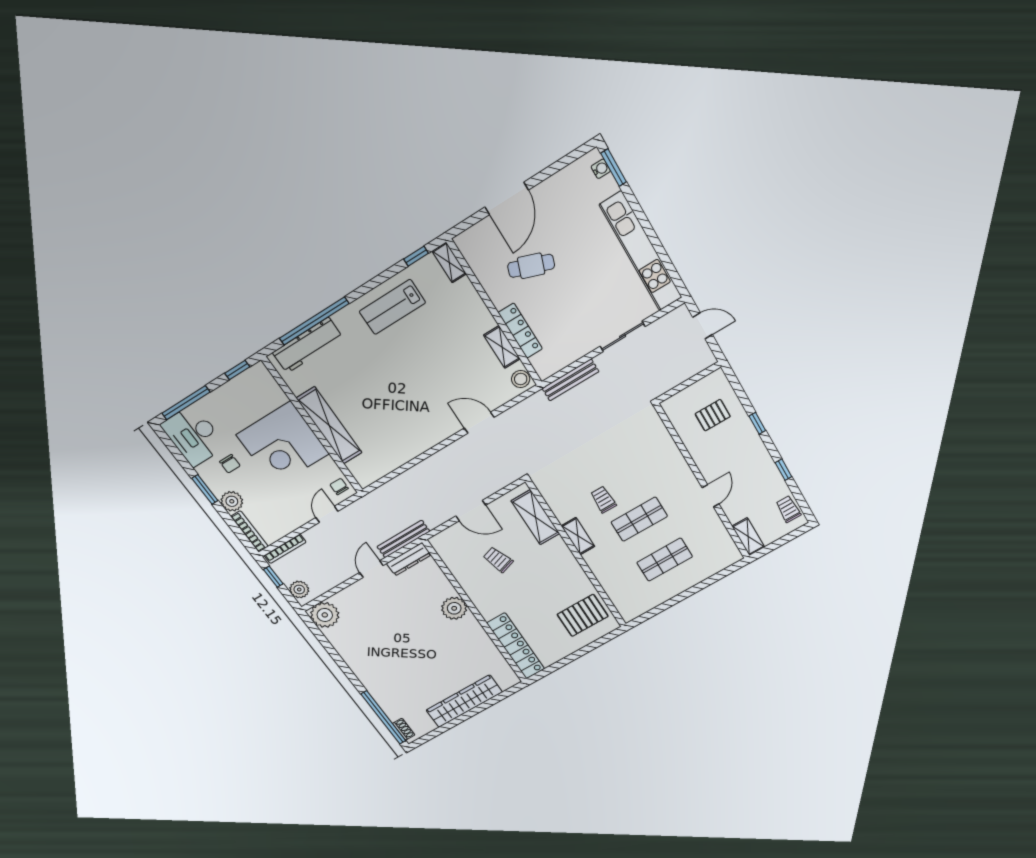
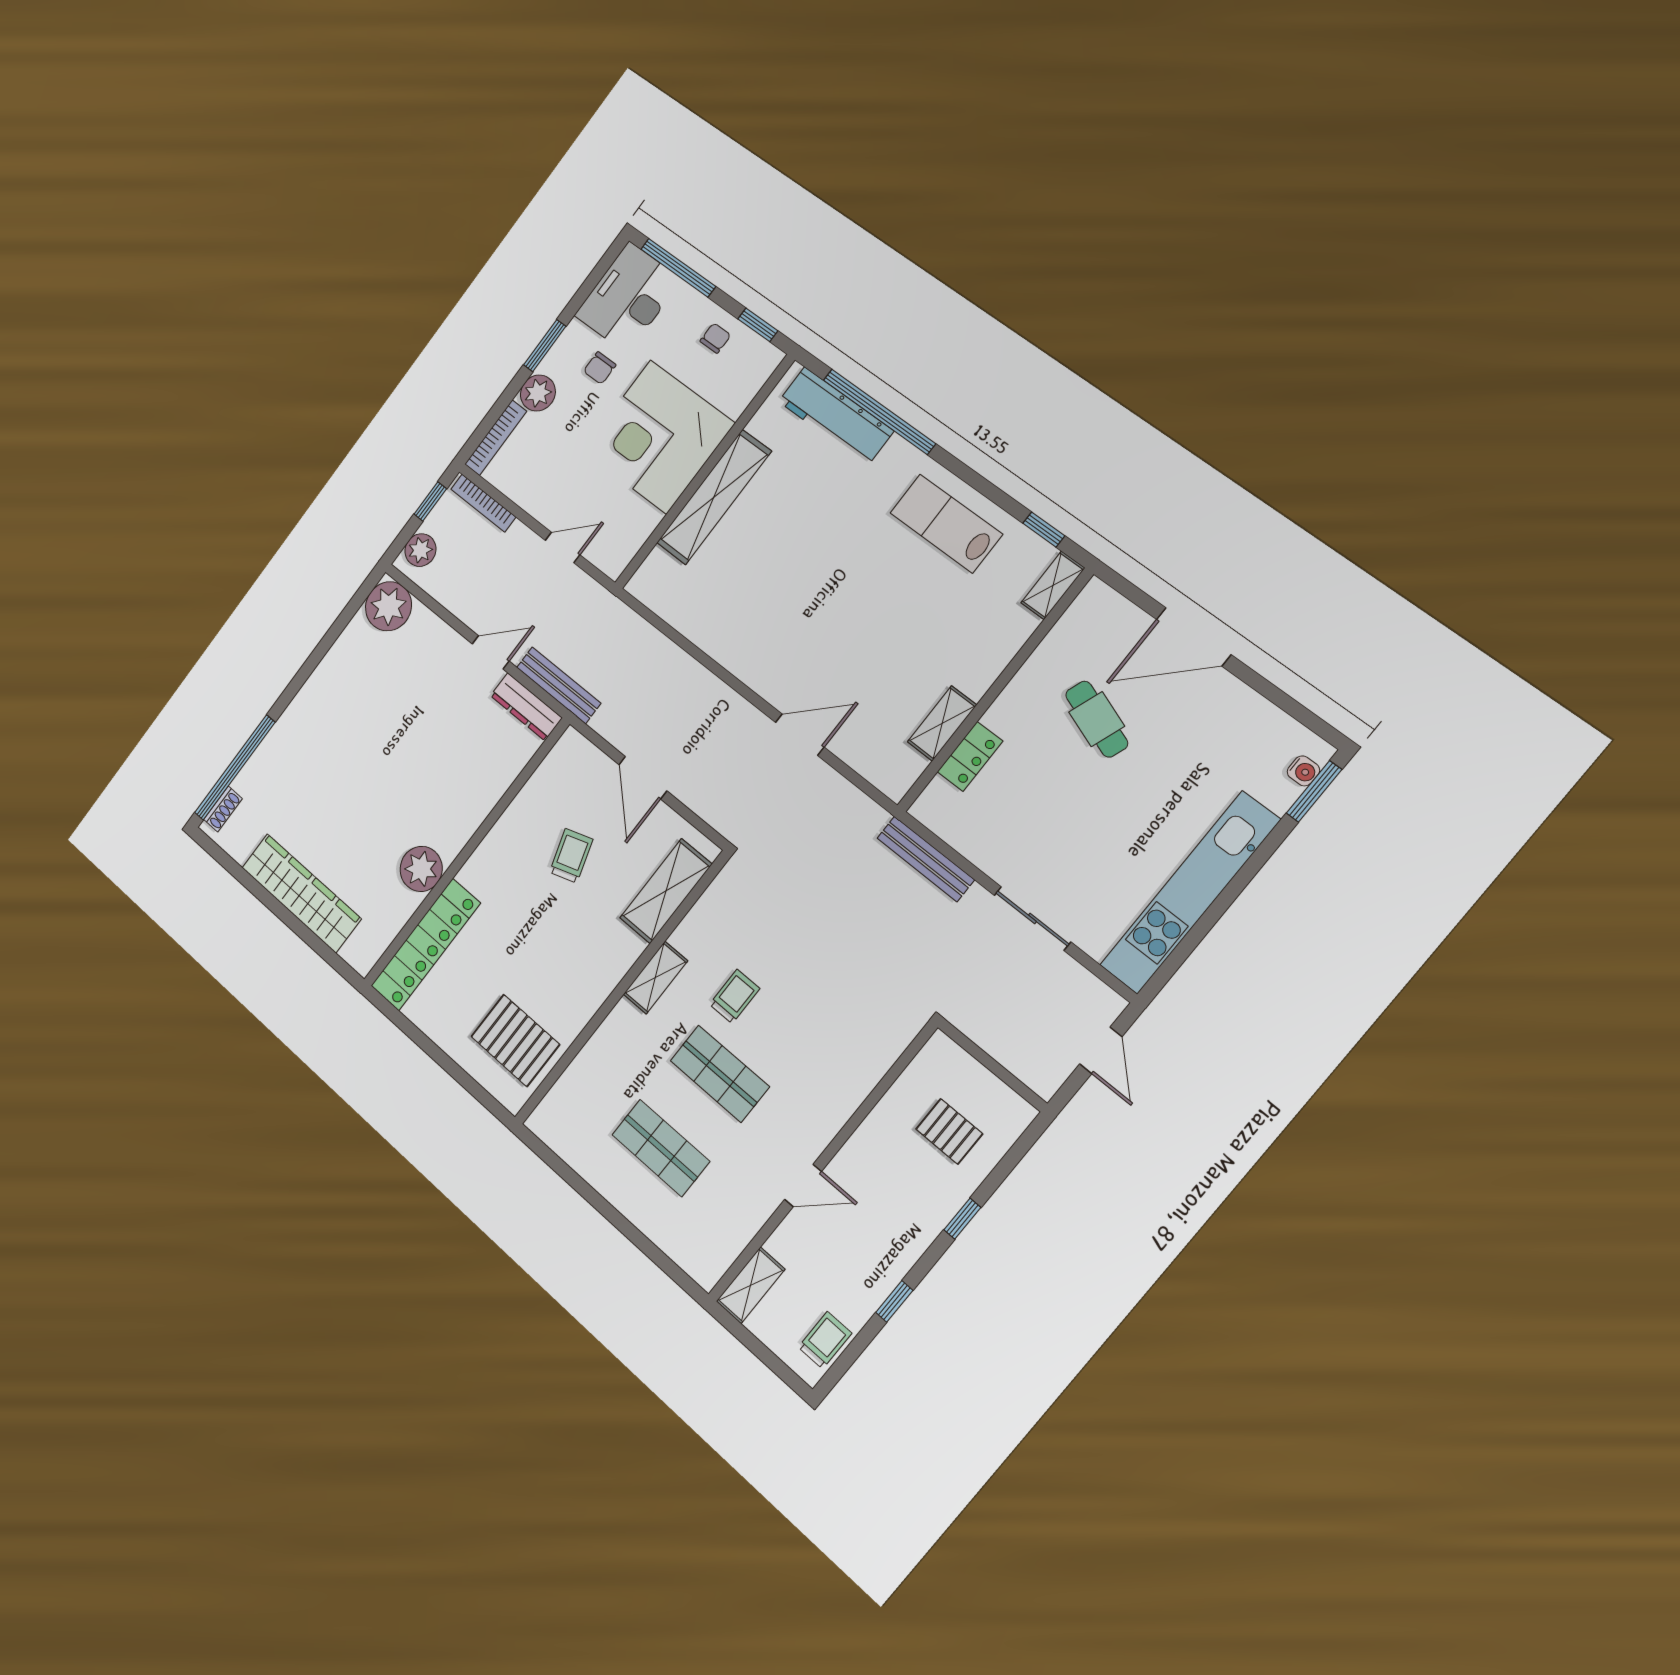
locker: (520, 331) -> (970, 756), width x0.66
stool: (521, 379) -> (898, 775), removed
door: (479, 423) -> (800, 735), hinge flipped
chair: (339, 487) -> (715, 338), moved
plant: (454, 608) -> (421, 869), moved

